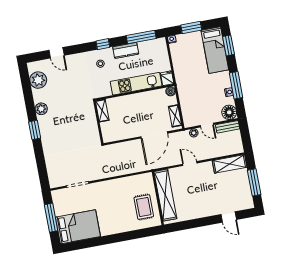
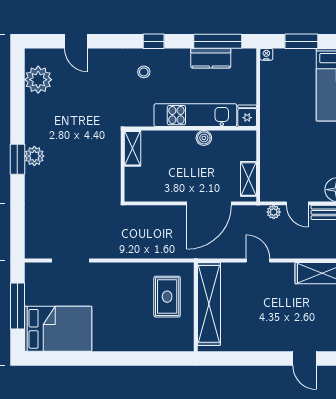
kitchen counter: (126, 50) -> (211, 58), moved
boiler: (171, 91) -> (204, 138), moved
plant: (41, 109) -> (34, 156), moved
rug: (144, 207) -> (167, 297), moved

